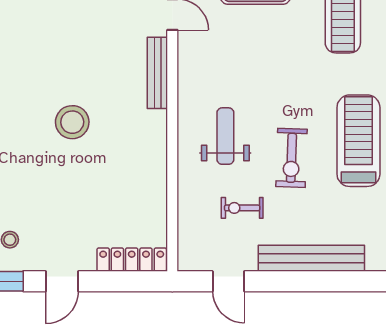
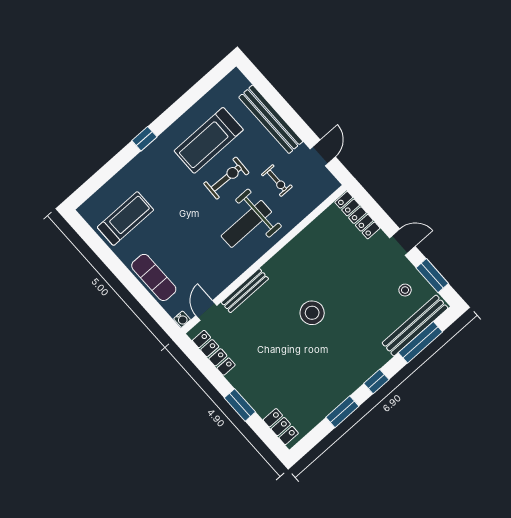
weight bench: (225, 136) -> (246, 224), width x1.36, depth x1.33
treadmill: (358, 141) -> (209, 140), moved

